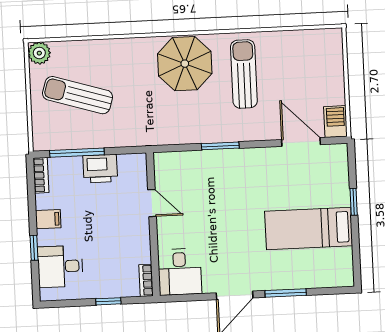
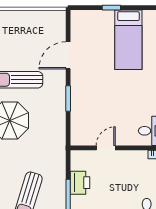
barbecue: (336, 122) -> (55, 18), removed
door: (301, 142) -> (68, 55), moved

